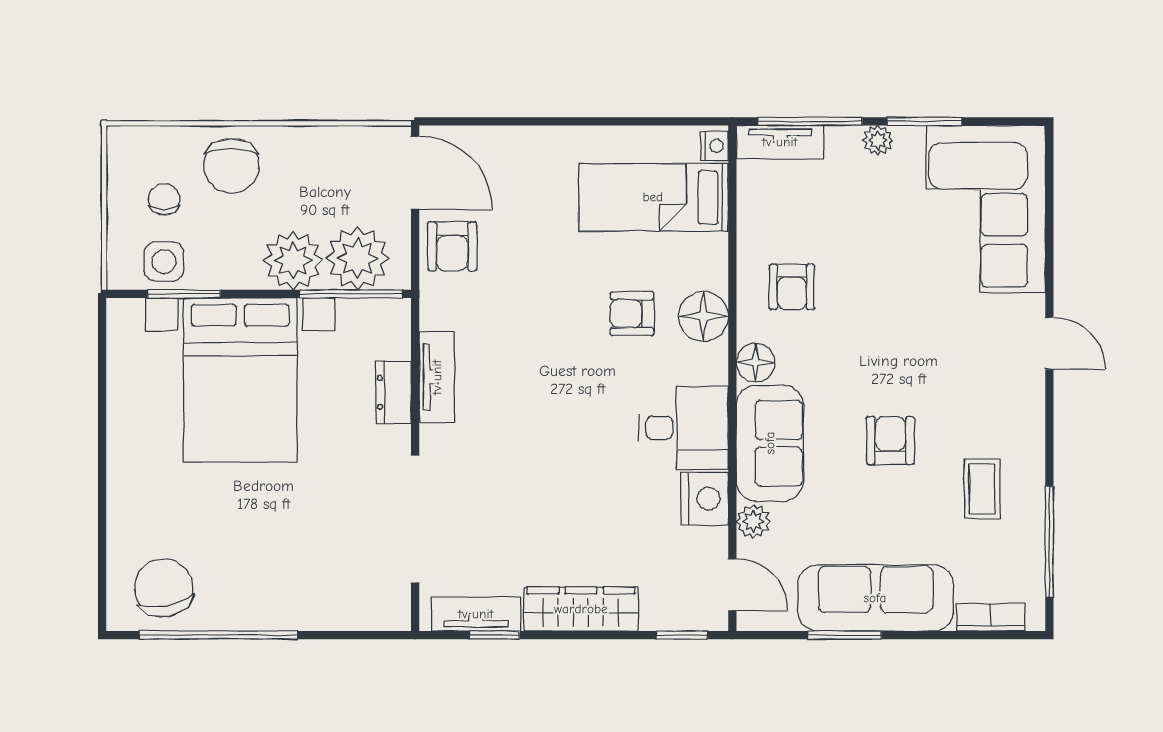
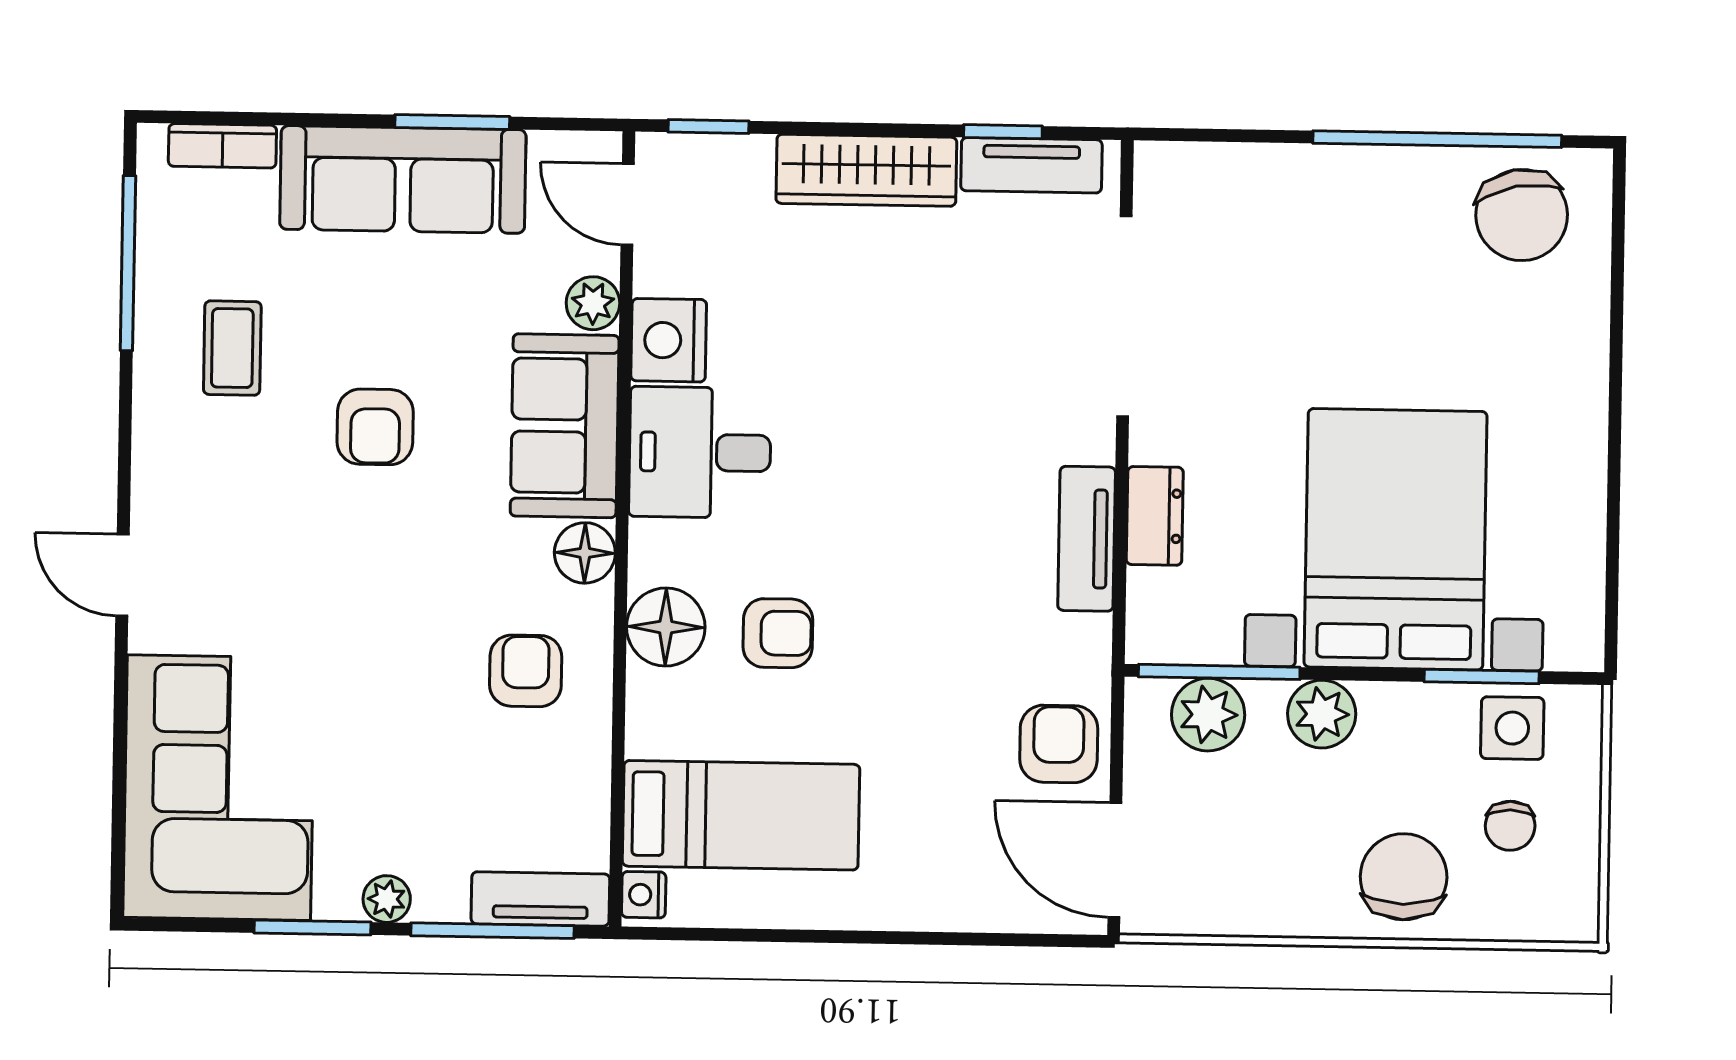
plant: (358, 258) -> (1208, 715), width x0.73, depth x0.73
plant: (293, 260) -> (1322, 714), width x0.73, depth x0.73

